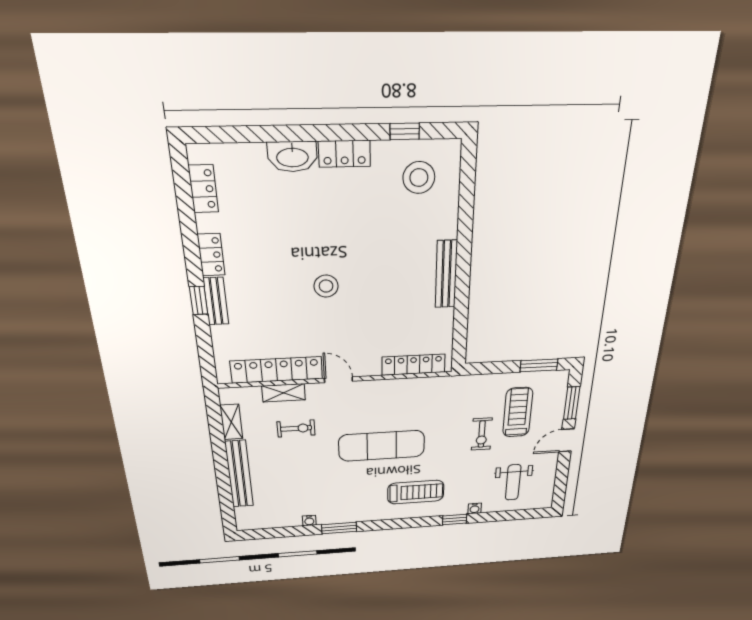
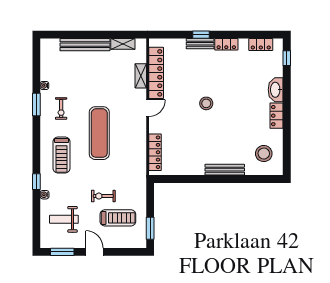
window: (405, 131) -> (287, 58), moved
bench: (446, 274) -> (225, 170), moved
window: (572, 403) -> (62, 252), moved
exercise bike: (296, 428) -> (61, 108), moved

